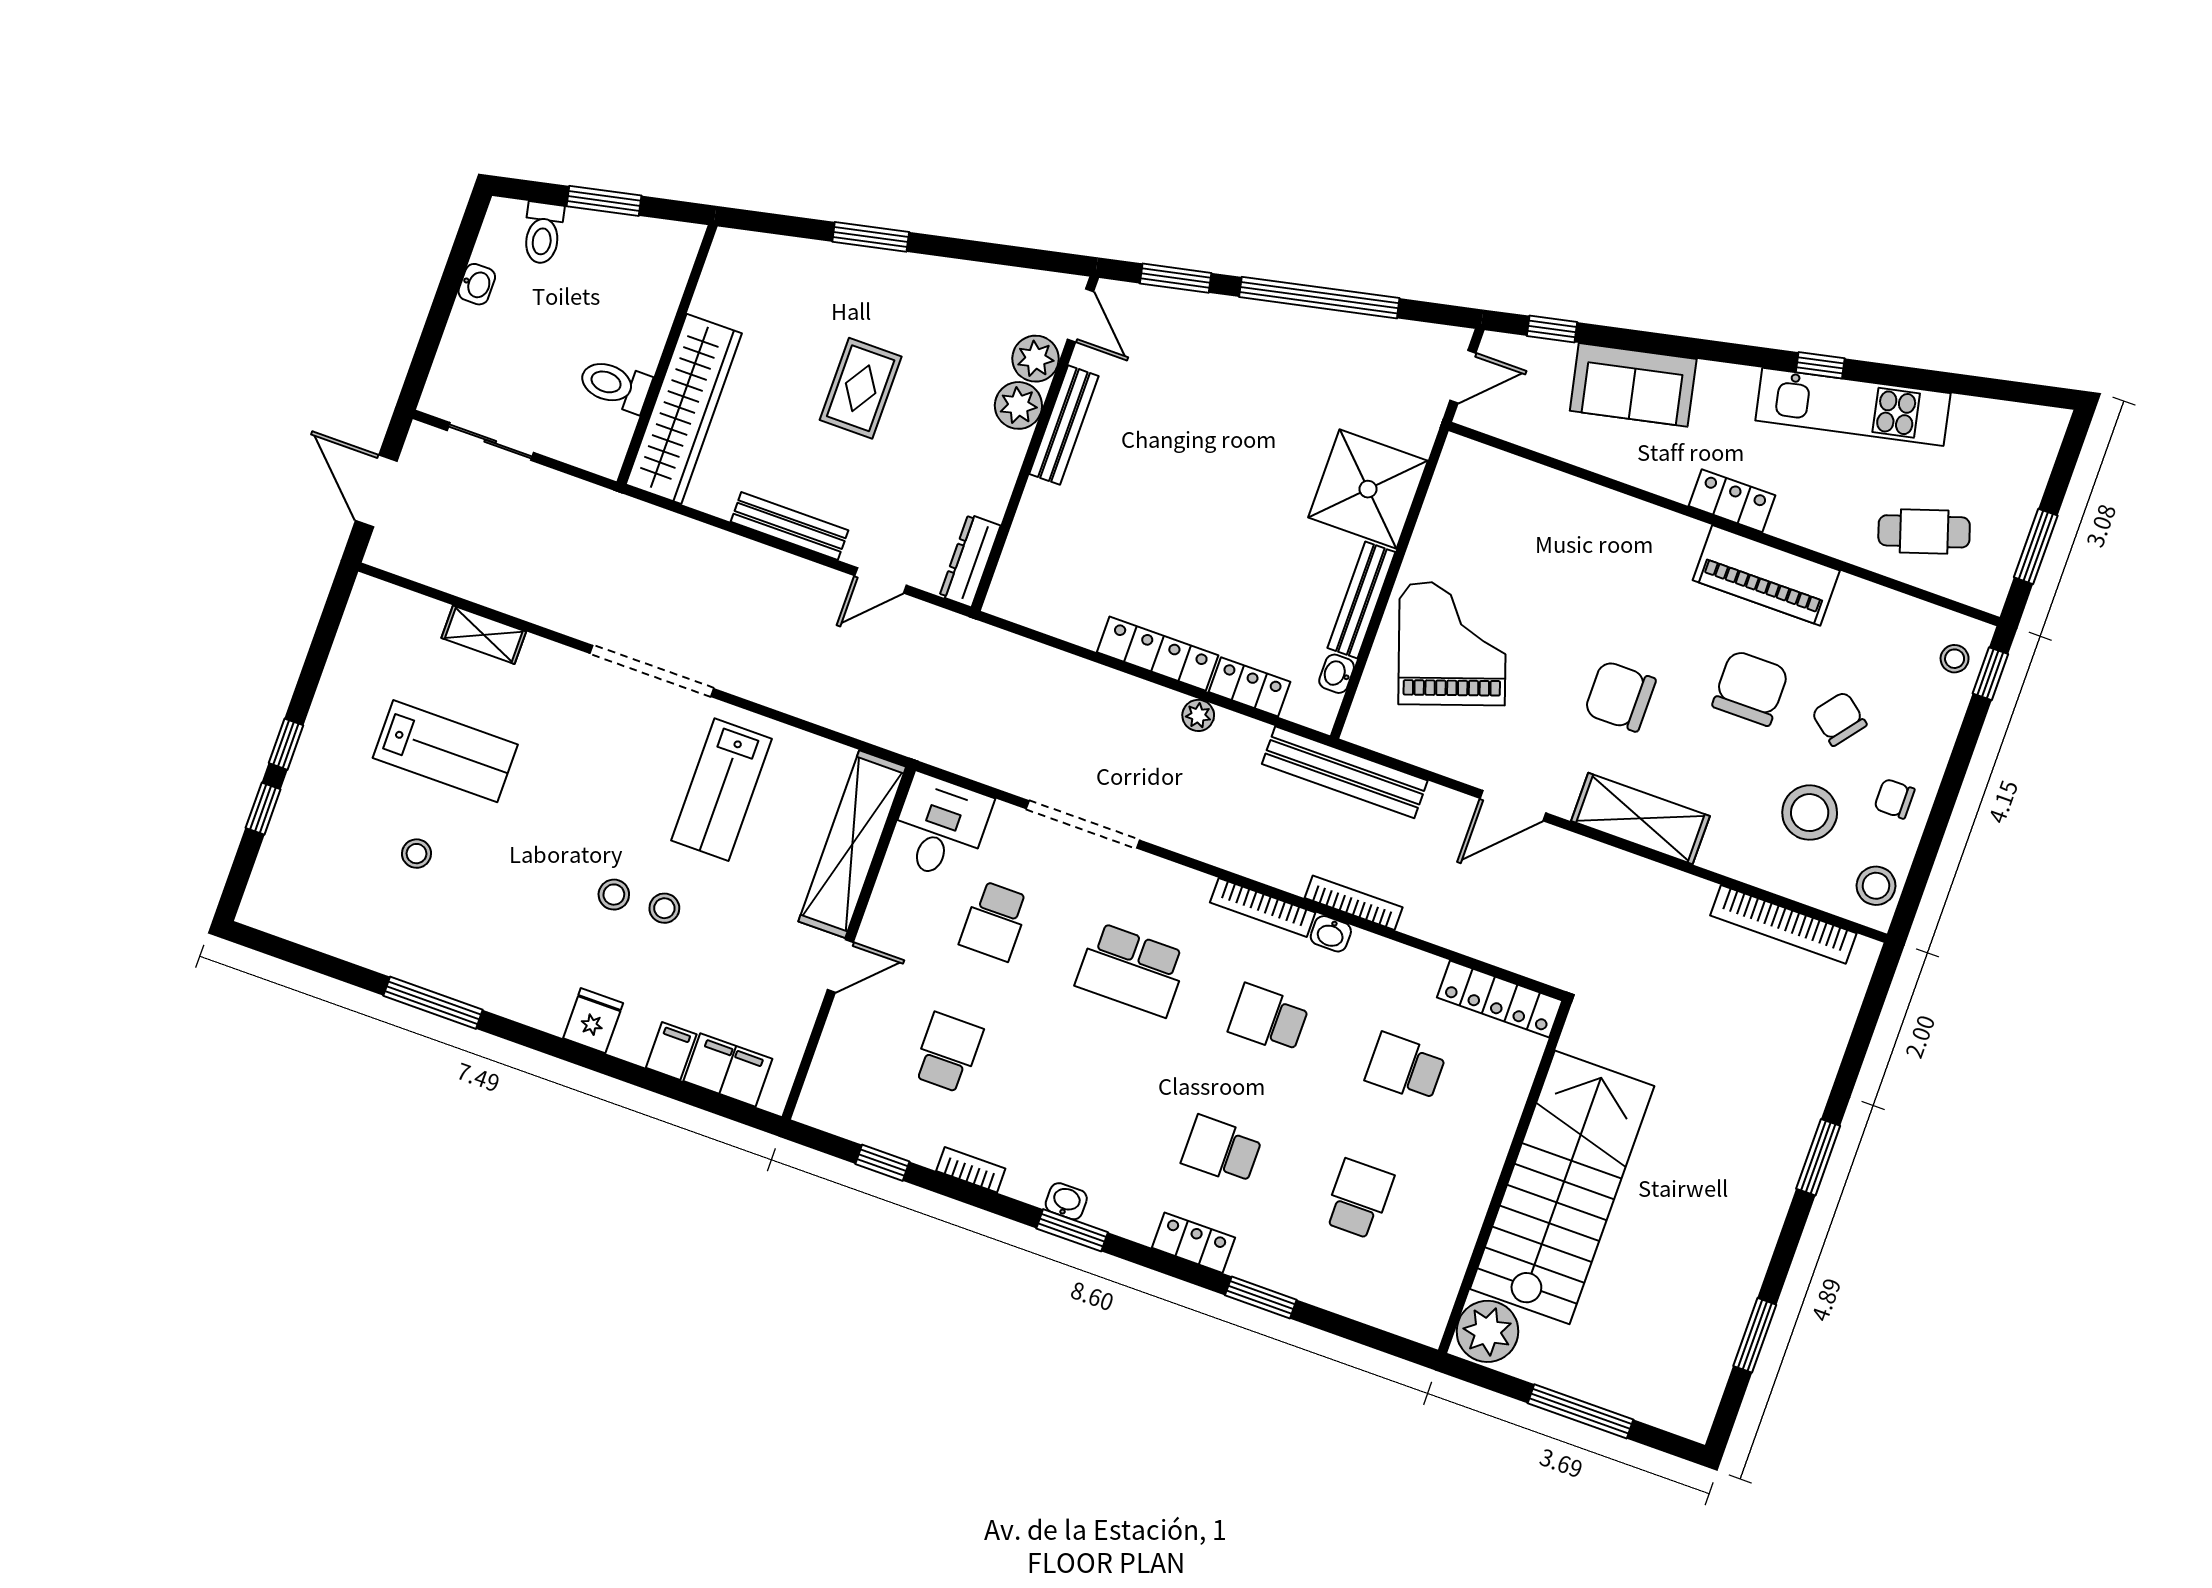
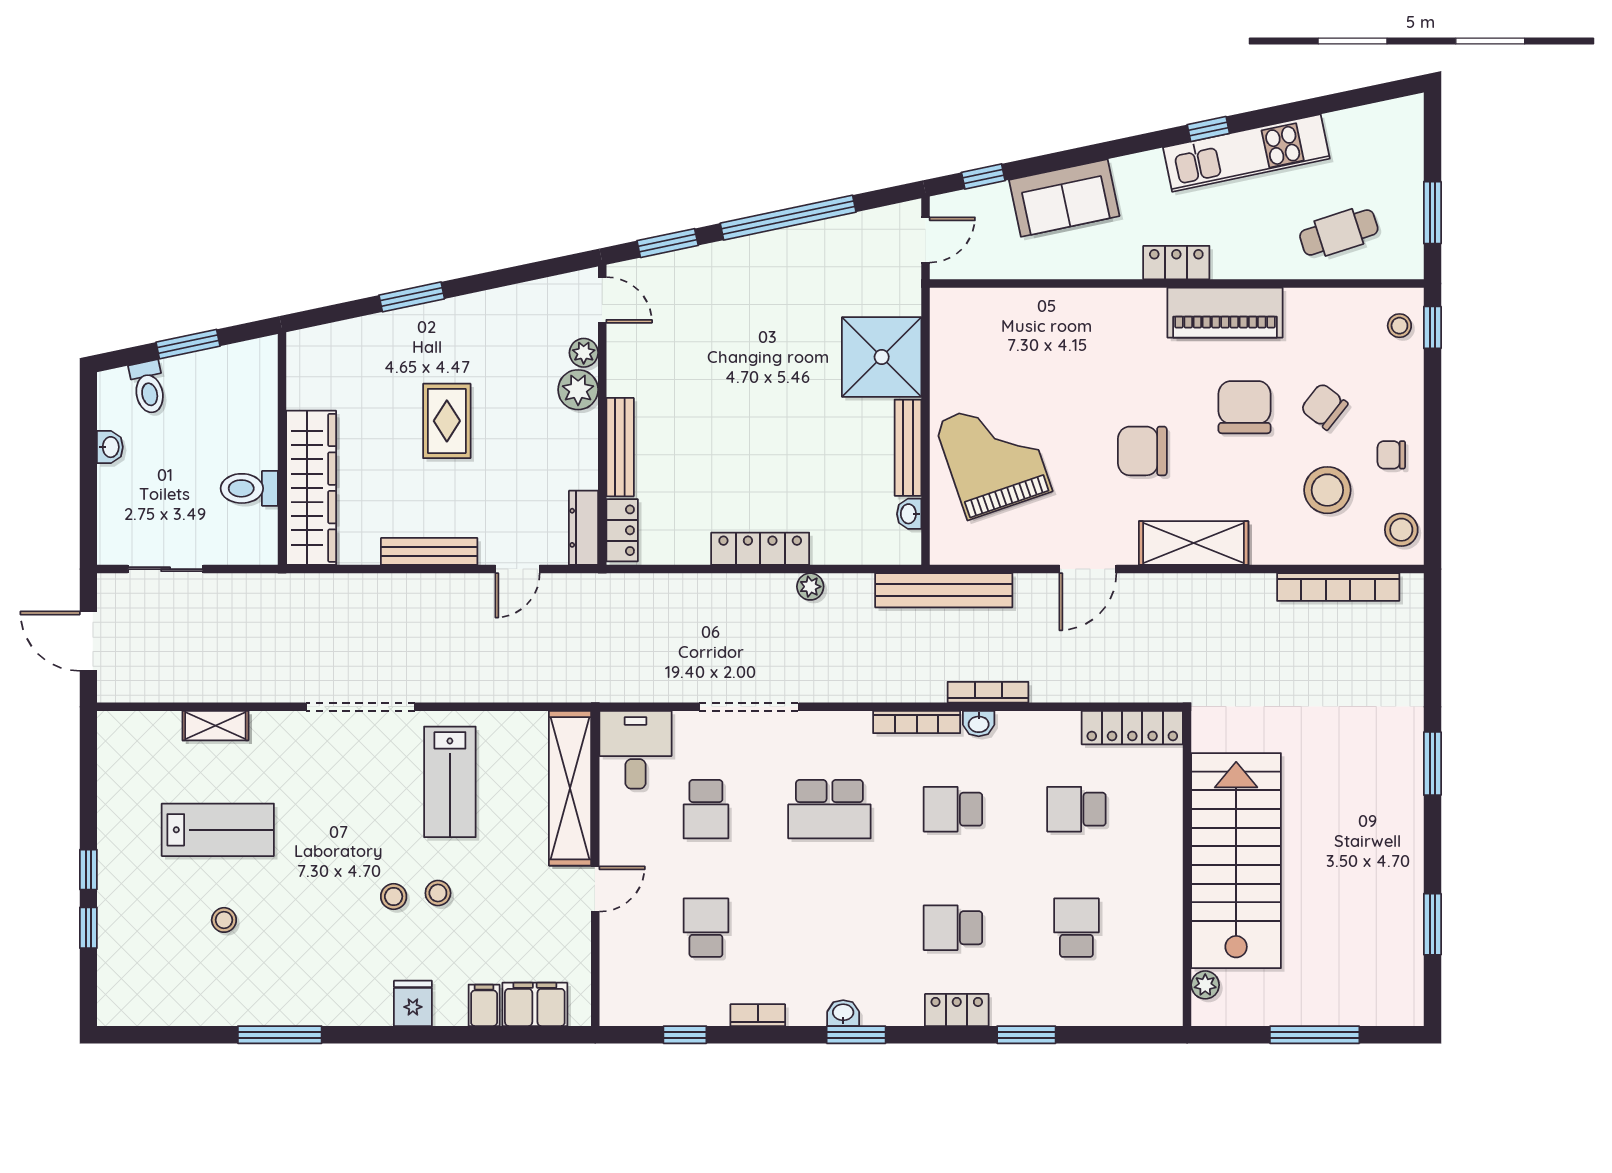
plant: (1036, 359) -> (584, 353), width x0.73, depth x0.73
bench: (1064, 425) -> (620, 447), moved
locker: (1249, 687) -> (622, 530), moved, turned 90
plant: (1487, 1331) -> (1205, 985), width x0.53, depth x0.53

